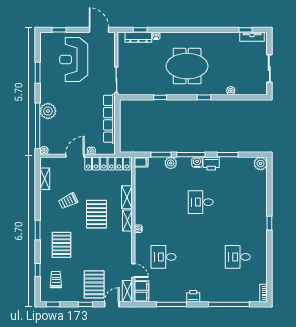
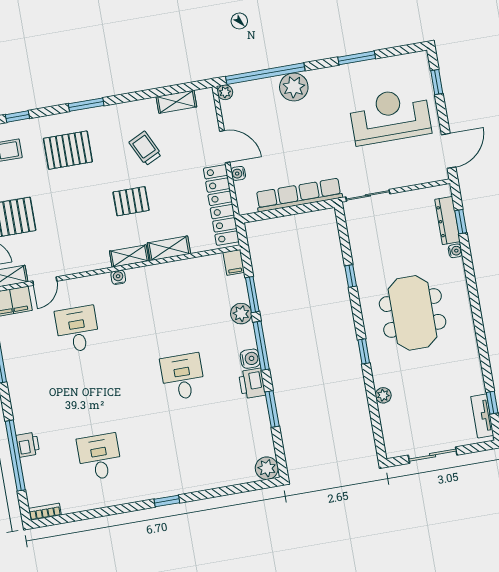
pallet: (97, 214) -> (131, 201), width x0.67, depth x0.71
printer: (193, 296) -> (28, 445), moved

